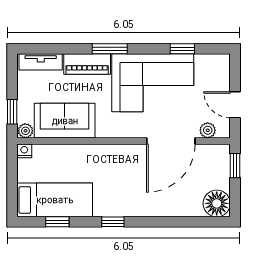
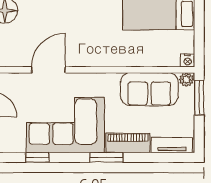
window: (12, 112) -> (199, 98), width x1.50
plant: (208, 130) -> (13, 80), removed
door: (171, 141) -> (48, 70), width x0.73

